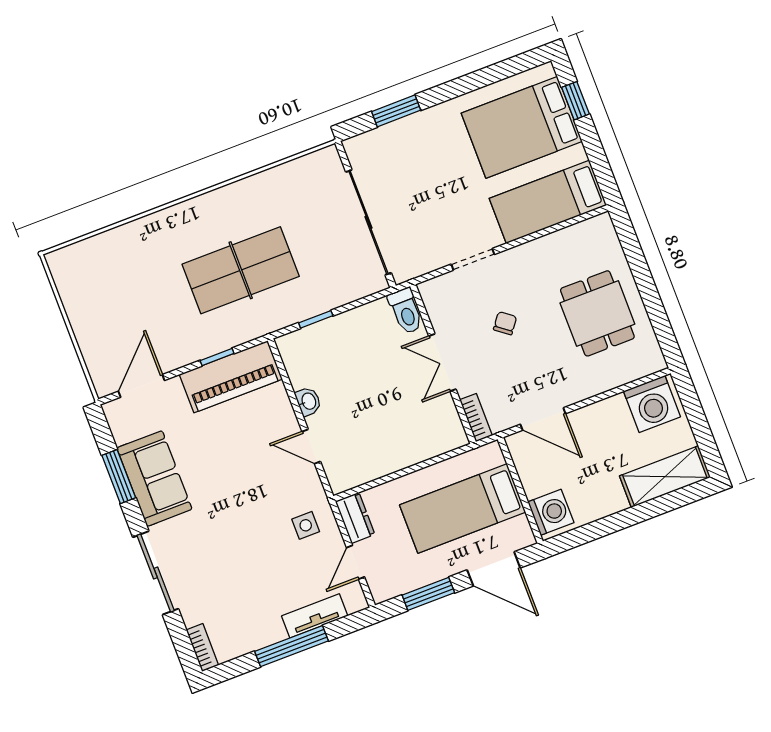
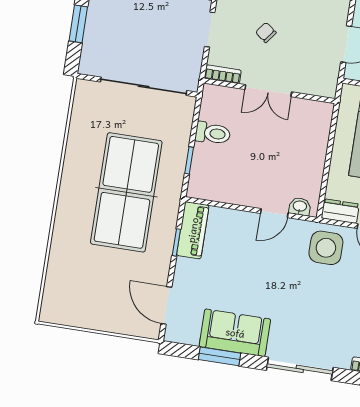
table tennis table: (241, 270) -> (126, 192), width x1.36, depth x1.32
toilet: (406, 311) -> (213, 133), moved
piano: (231, 377) -> (193, 230), width x0.73, depth x0.75
washbasin: (308, 401) -> (300, 207), moved
bookcase: (476, 418) -> (223, 74), moved
side table: (306, 525) -> (326, 248), width x1.87, depth x1.87

